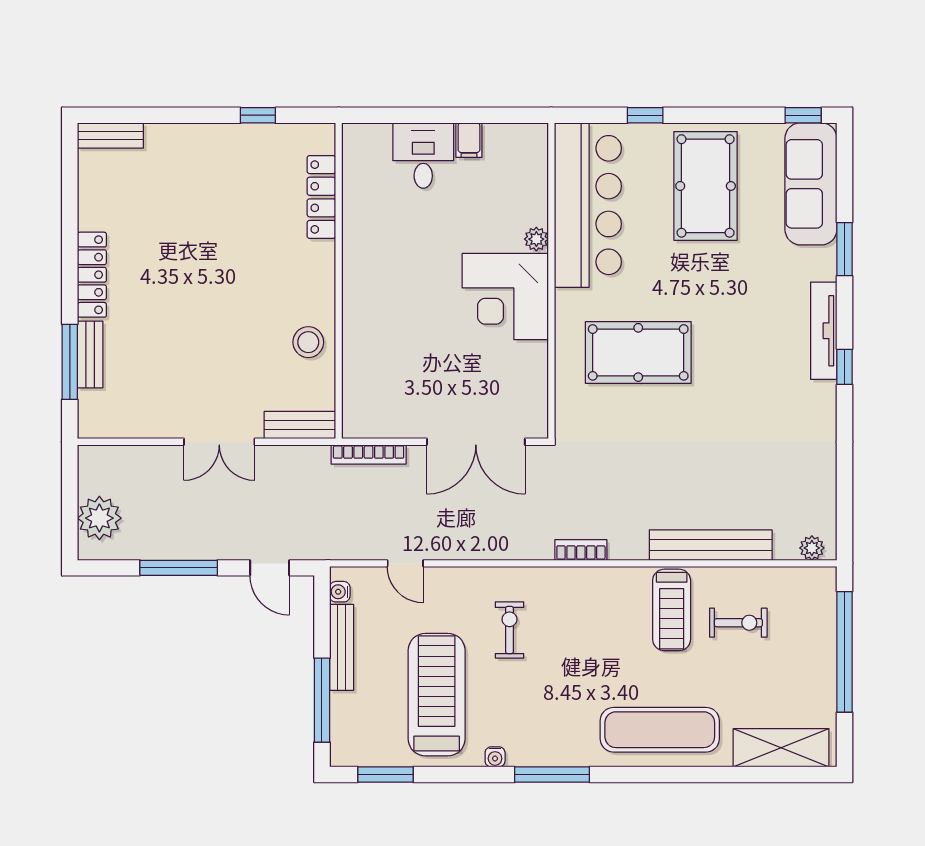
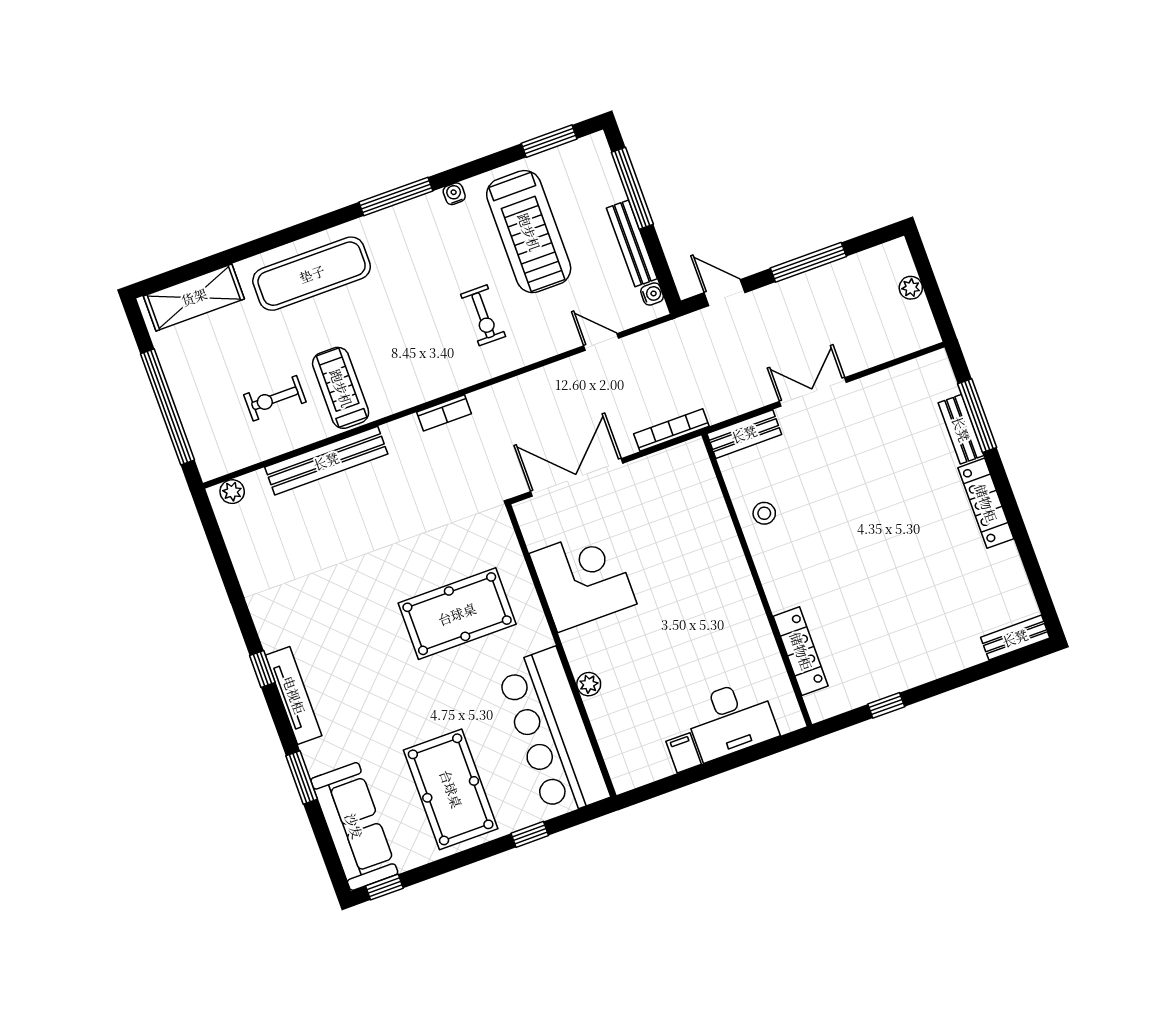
desk: (423, 156) -> (731, 720), width x1.37
corner desk: (505, 297) -> (583, 579), moved
stool: (308, 342) -> (764, 513), width x0.73, depth x0.73
plant: (99, 518) -> (911, 288), width x0.53, depth x0.53

